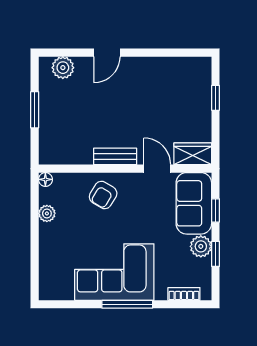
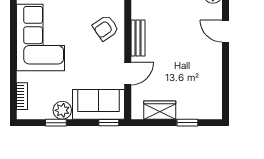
wardrobe: (193, 154) -> (160, 110), moved, turned -90
armchair: (103, 195) -> (105, 28), turned -65
window: (215, 210) -> (109, 123), moved
window: (127, 304) -> (13, 48), removed

